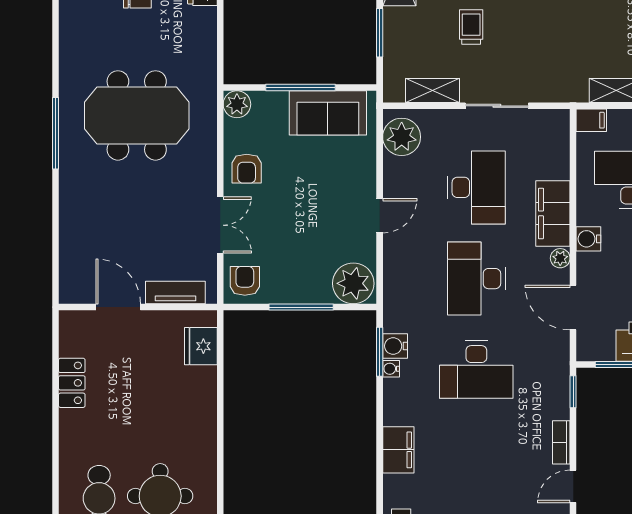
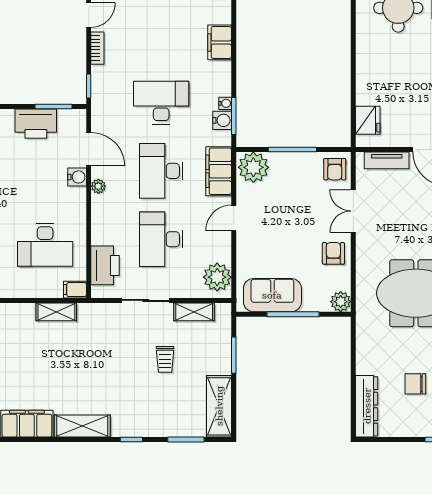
printer: (551, 152) -> (105, 265), added
filing cabinet: (553, 213) -> (219, 171), moved, turned 180
water cooler: (588, 239) -> (77, 177), moved
desk: (476, 279) -> (161, 171), turned 180

